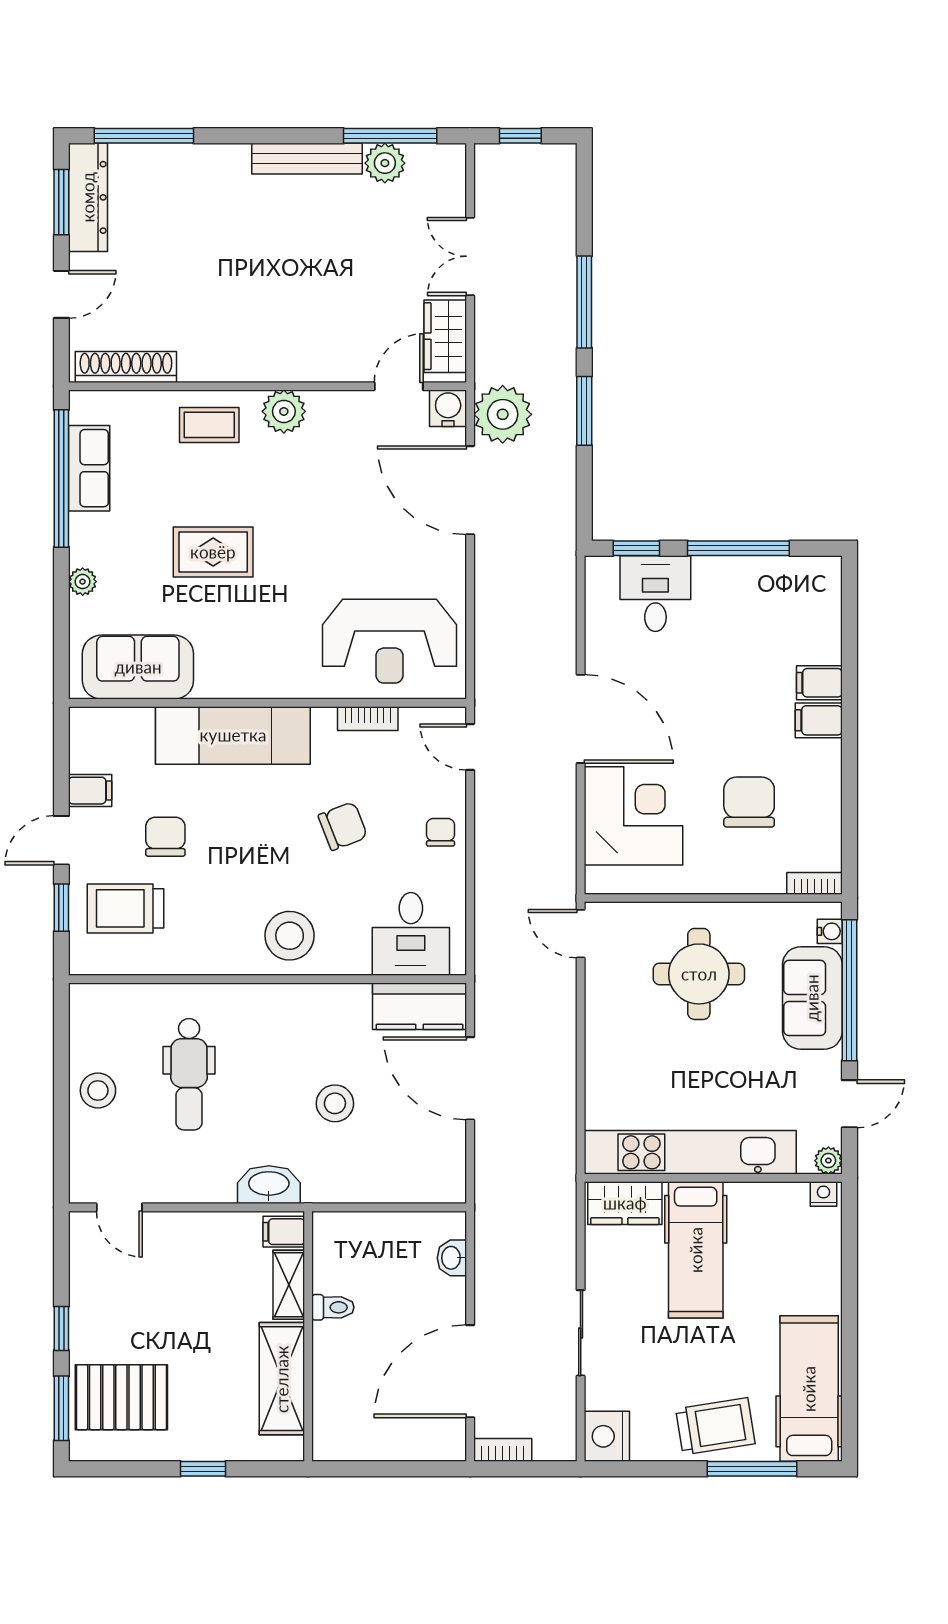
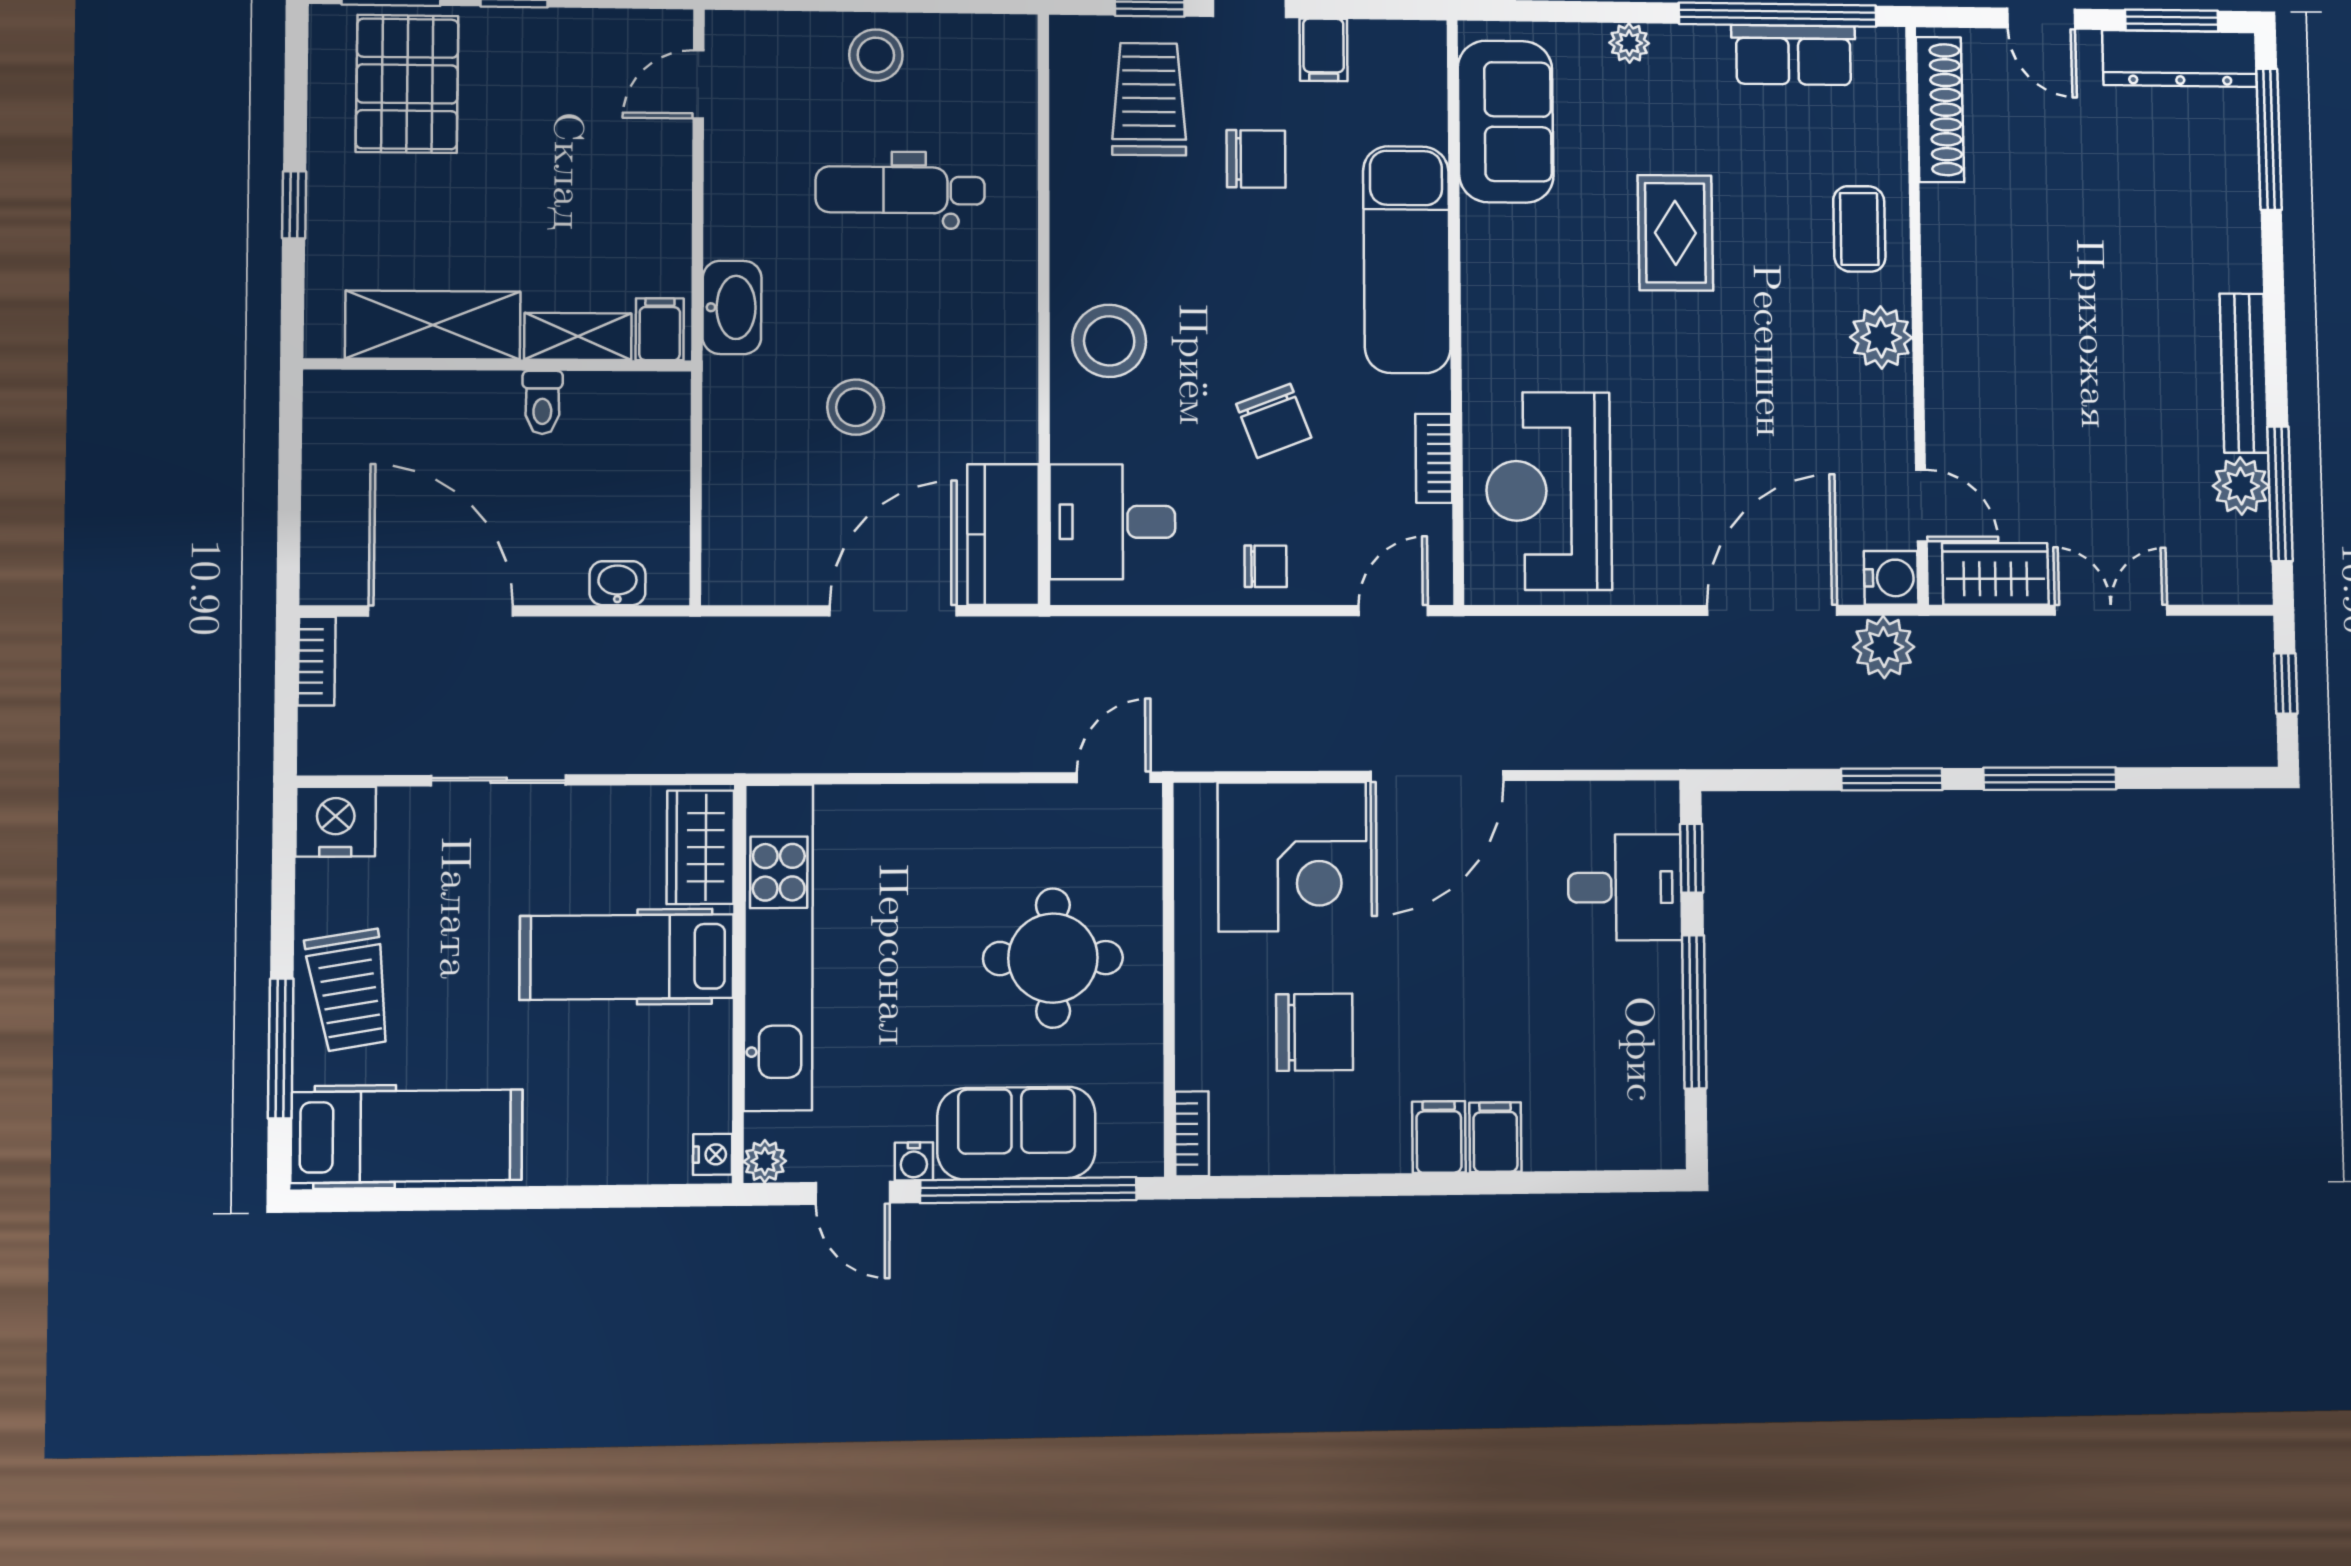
plant: (503, 414) -> (1884, 647), width x0.73, depth x0.73
water cooler: (830, 931) -> (914, 1161), moved

